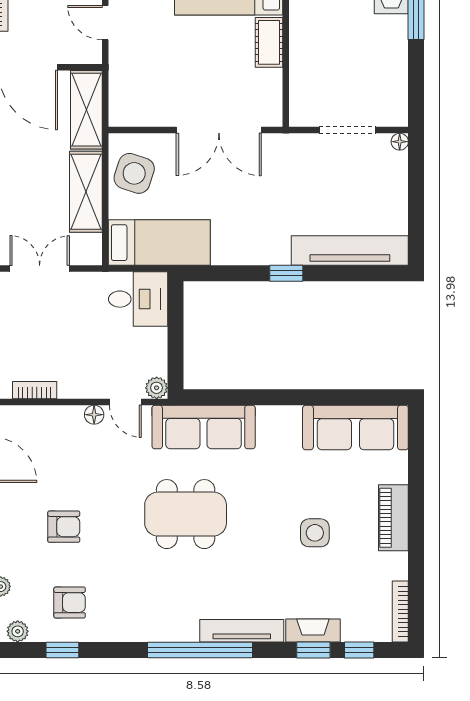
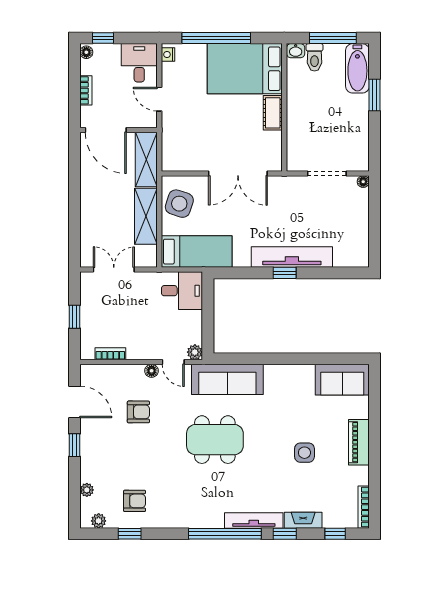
tv unit: (350, 251) -> (292, 257), moved
sofa: (355, 428) -> (342, 380), width x0.73
armchair: (64, 527) -> (138, 412), moved
window: (313, 650) -> (285, 534), moved

